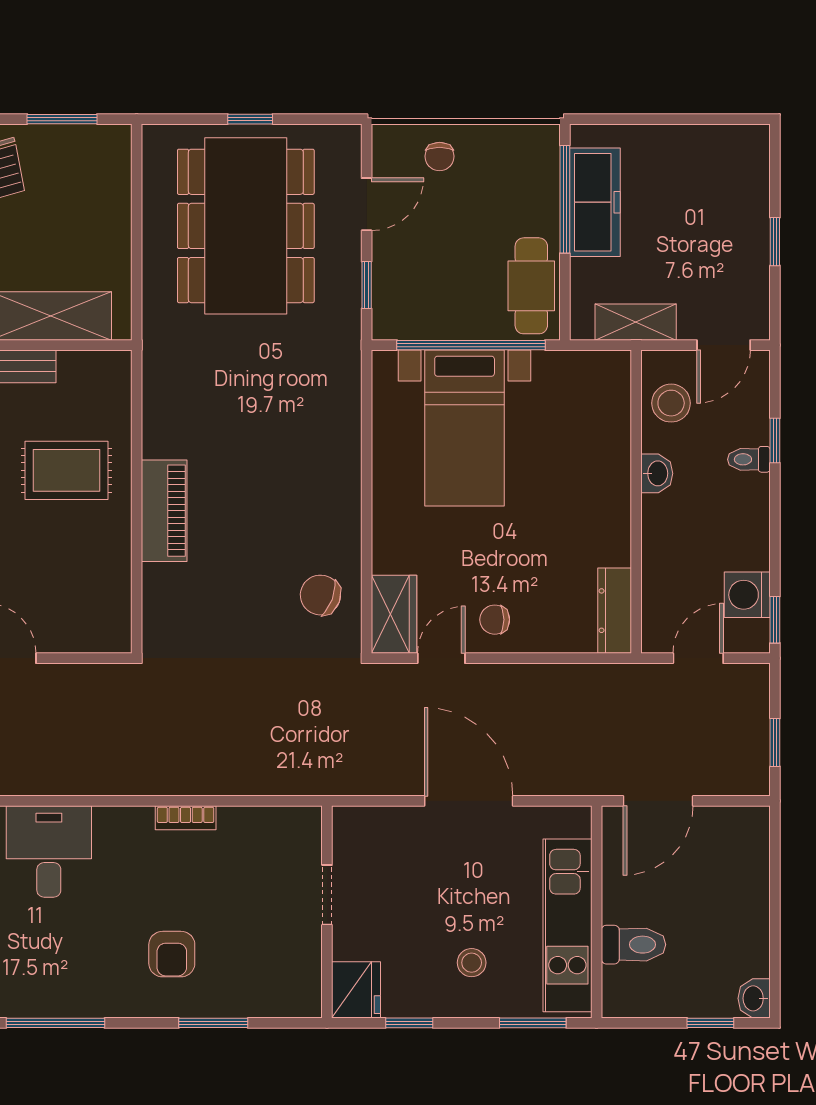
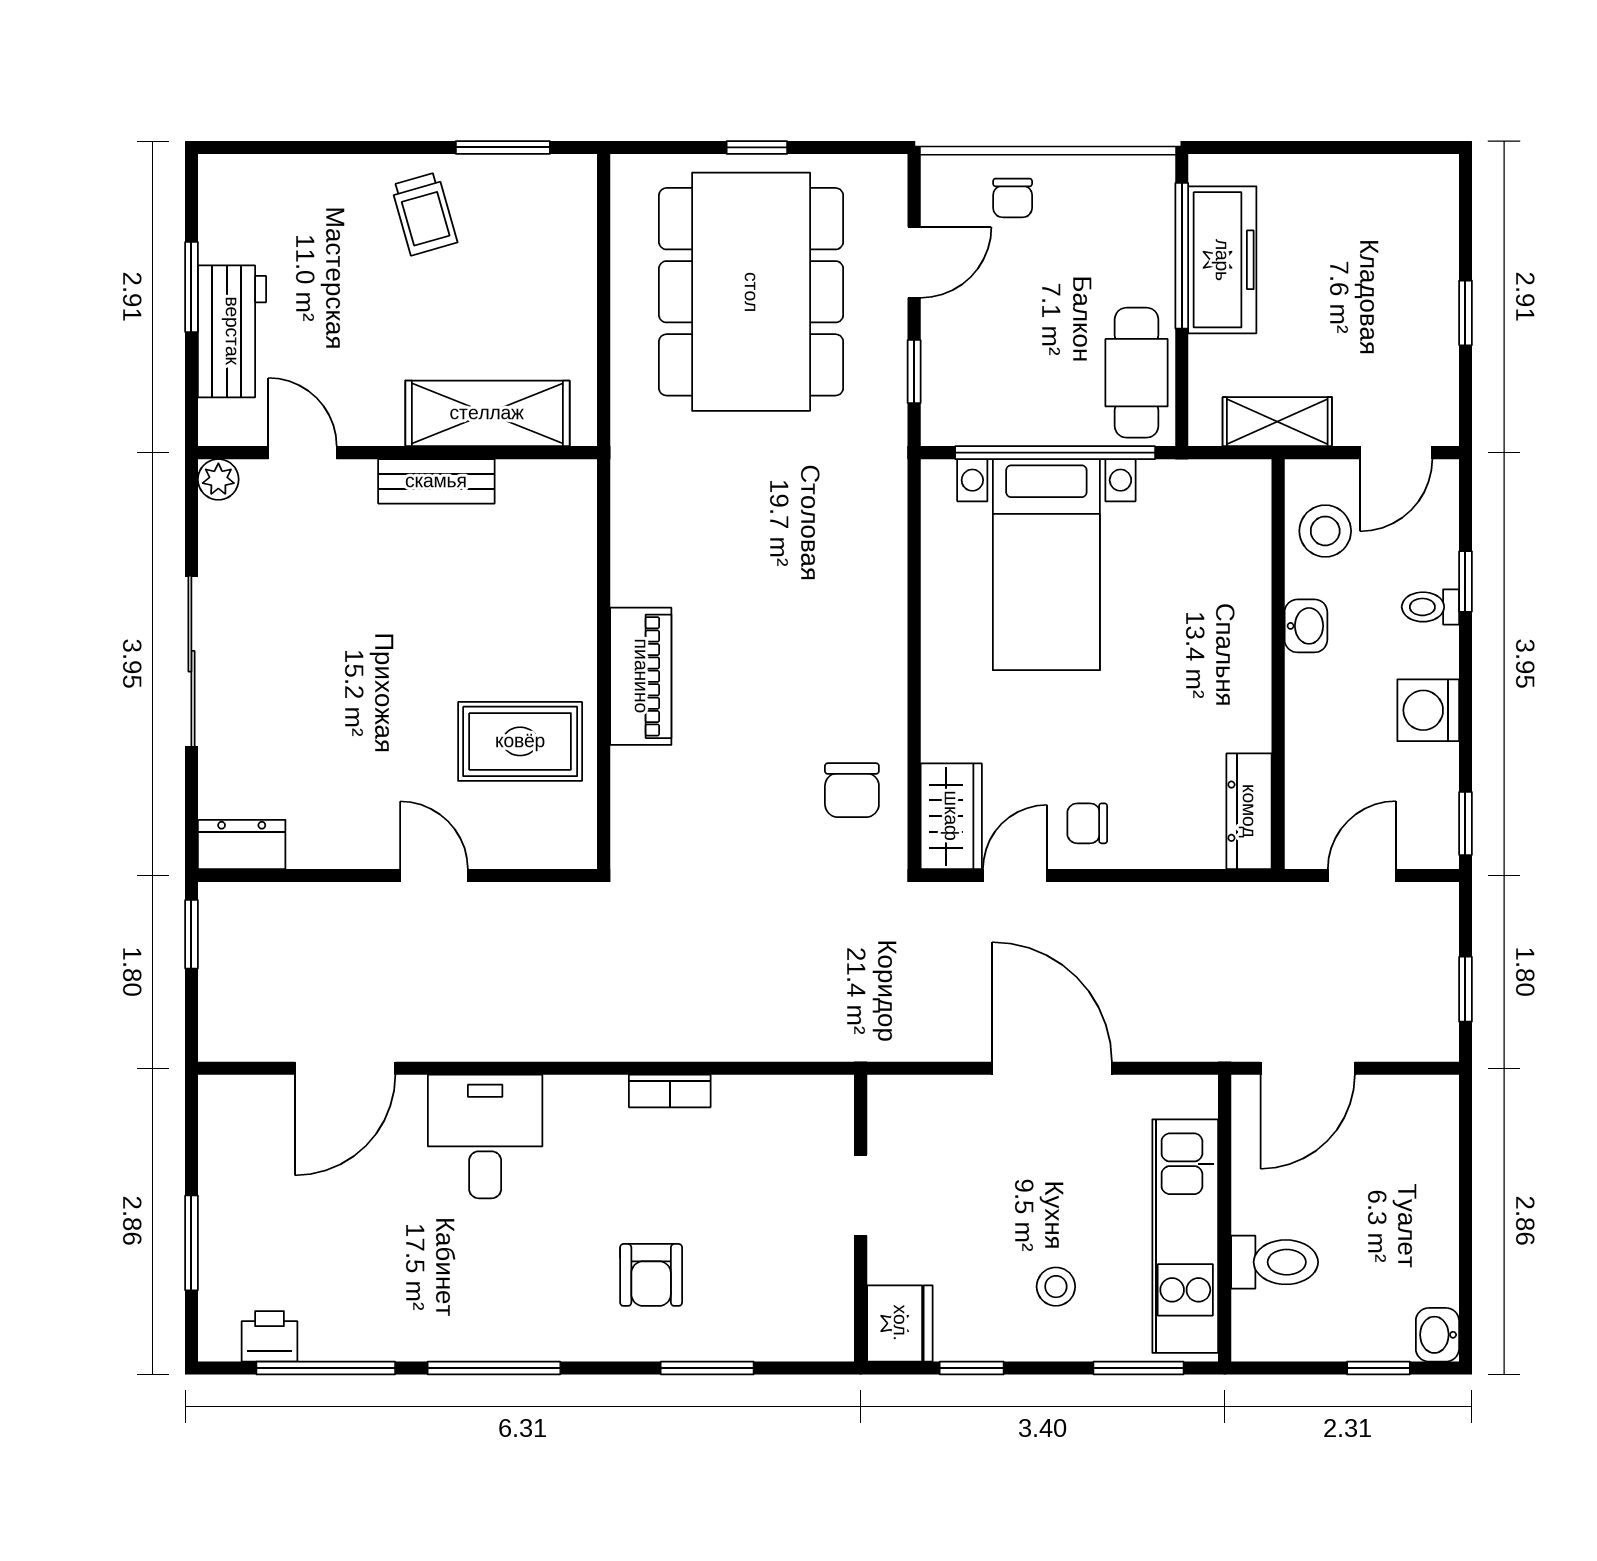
rug: (67, 470) -> (520, 741), moved
chair: (320, 595) -> (852, 790), turned -111
washing machine: (747, 595) -> (1428, 710), moved

